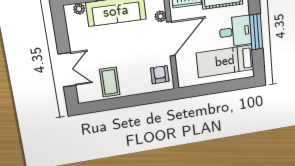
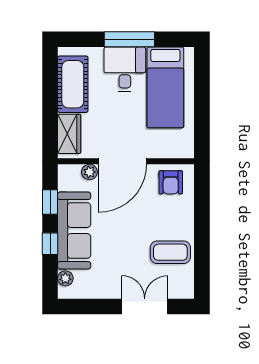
door: (171, 39) -> (122, 161), swing flipped
armchair: (160, 75) -> (171, 182), turned -90

